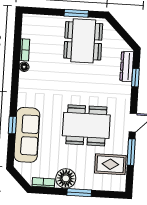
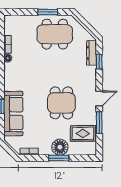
dining table: (83, 41) -> (55, 34), turned 90
dining table: (86, 125) -> (61, 103), width x0.73
floor lamp: (66, 178) -> (60, 147), moved

